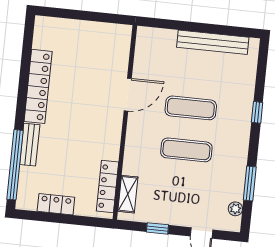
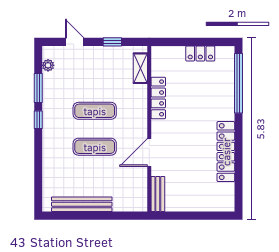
window: (257, 112) -> (38, 120), moved
bench: (30, 145) -> (158, 194), moved
locker: (107, 187) -> (158, 98), moved

